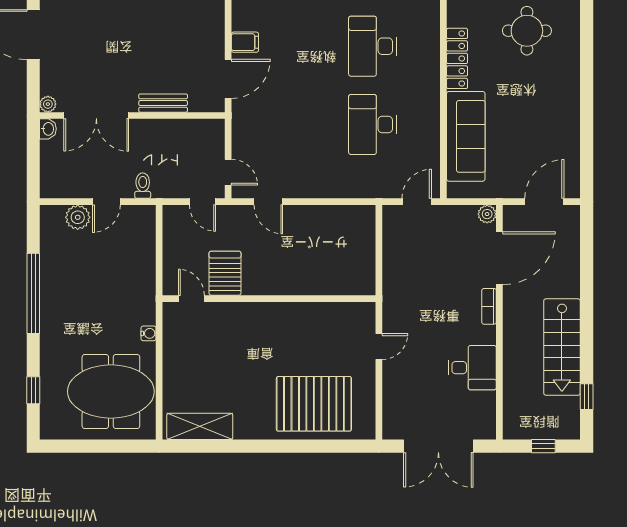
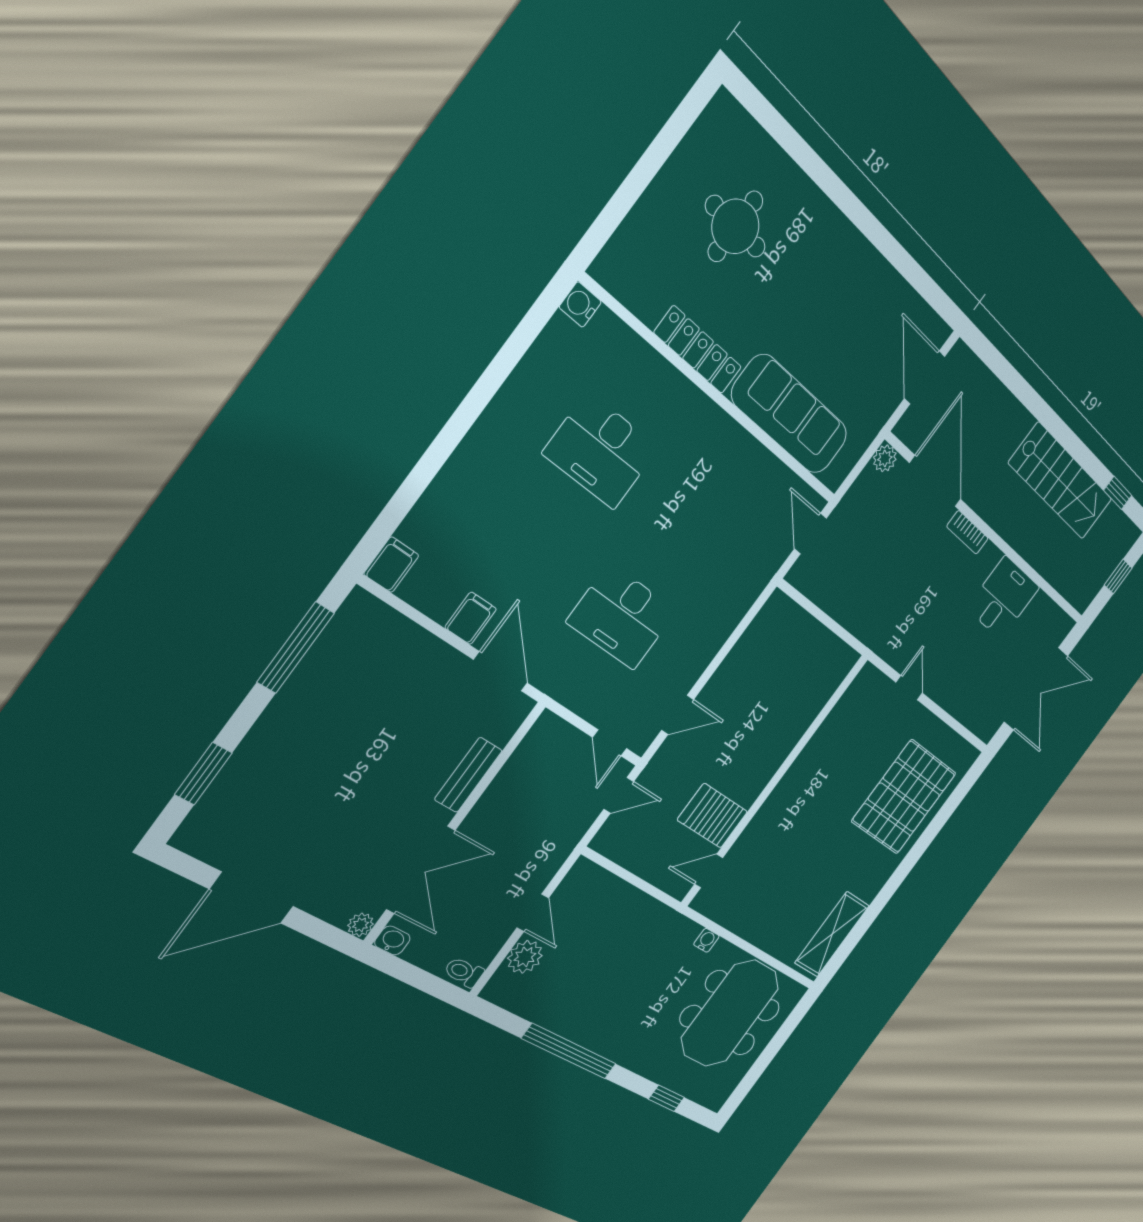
desk: (372, 124) -> (622, 617), moved
door: (228, 172) -> (610, 743), swing flipped
toilet: (143, 186) -> (464, 972), moved

